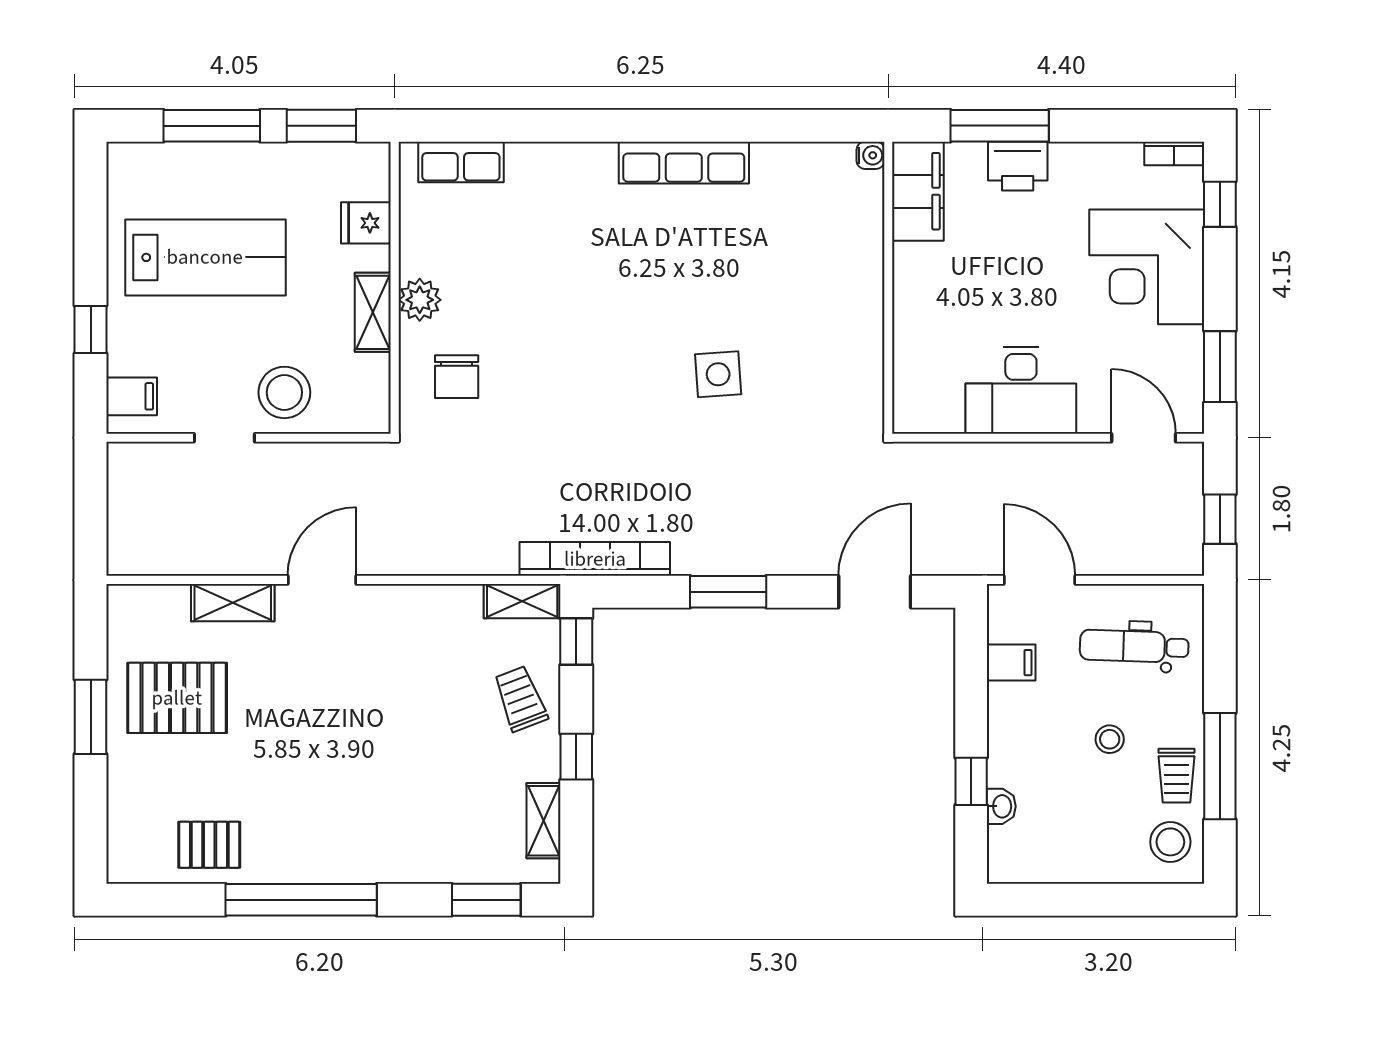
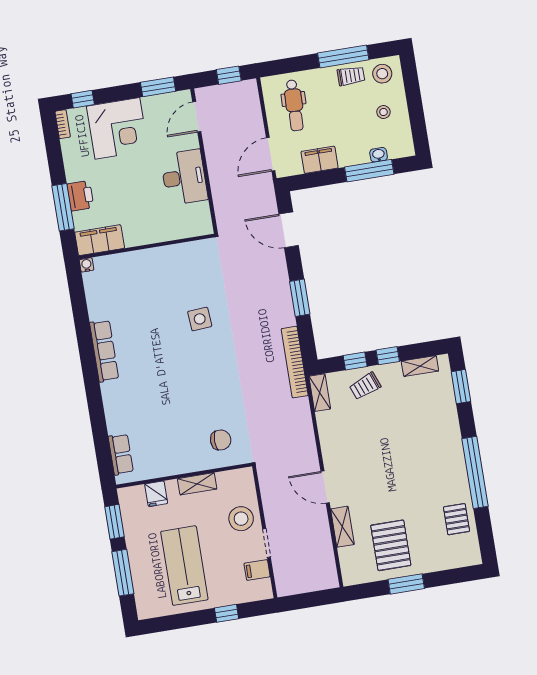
plant: (420, 300) -> (188, 463), removed
filing cabinet: (132, 396) -> (257, 570), moved, turned -90
window: (576, 642) -> (355, 361), moved
filing cabinet: (1011, 663) -> (320, 160), width x2.00
stool: (1110, 739) -> (383, 112), moved
window: (971, 781) -> (369, 171), width x2.17

